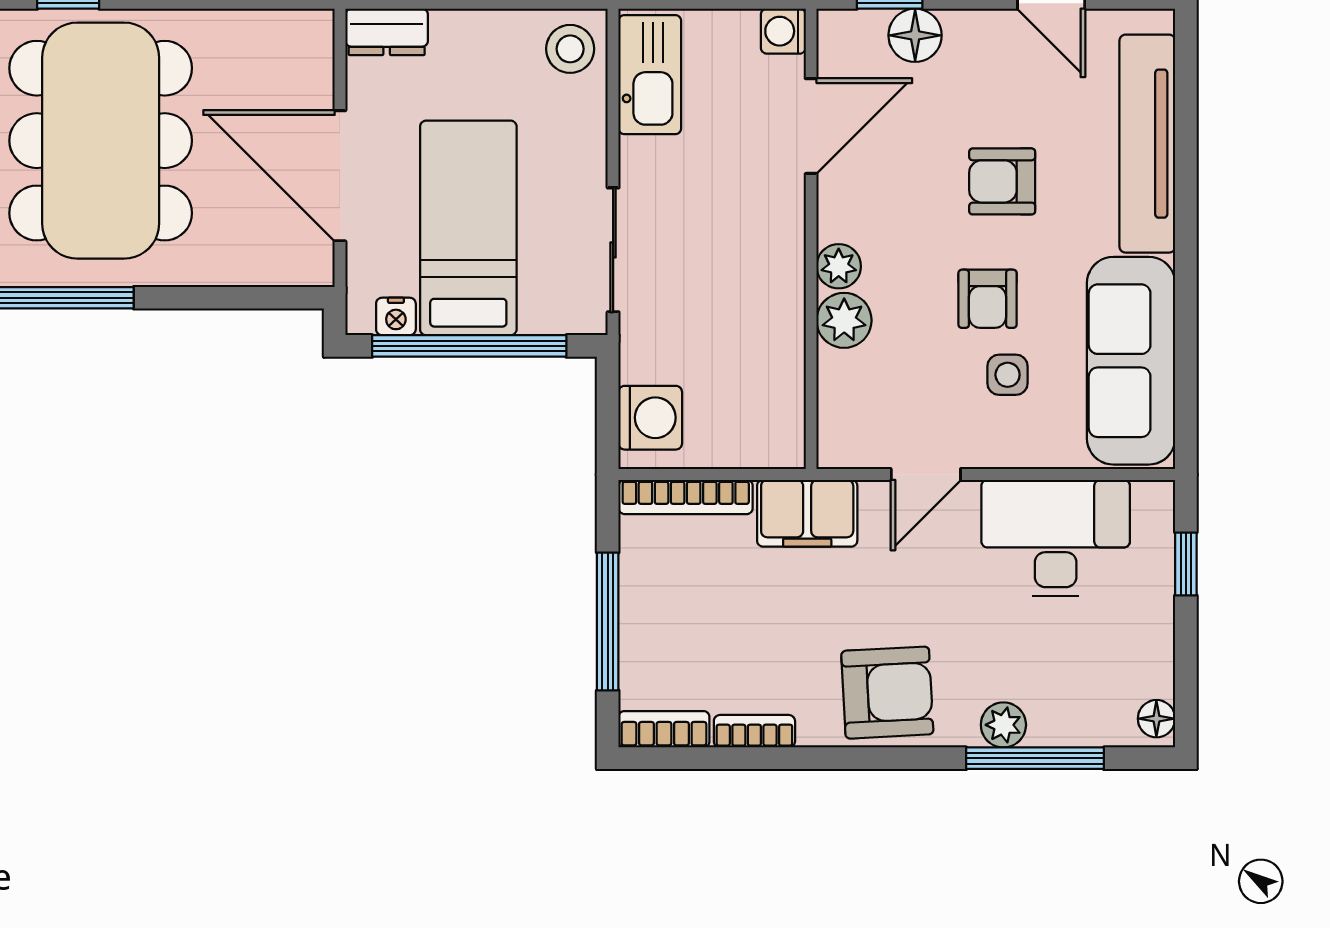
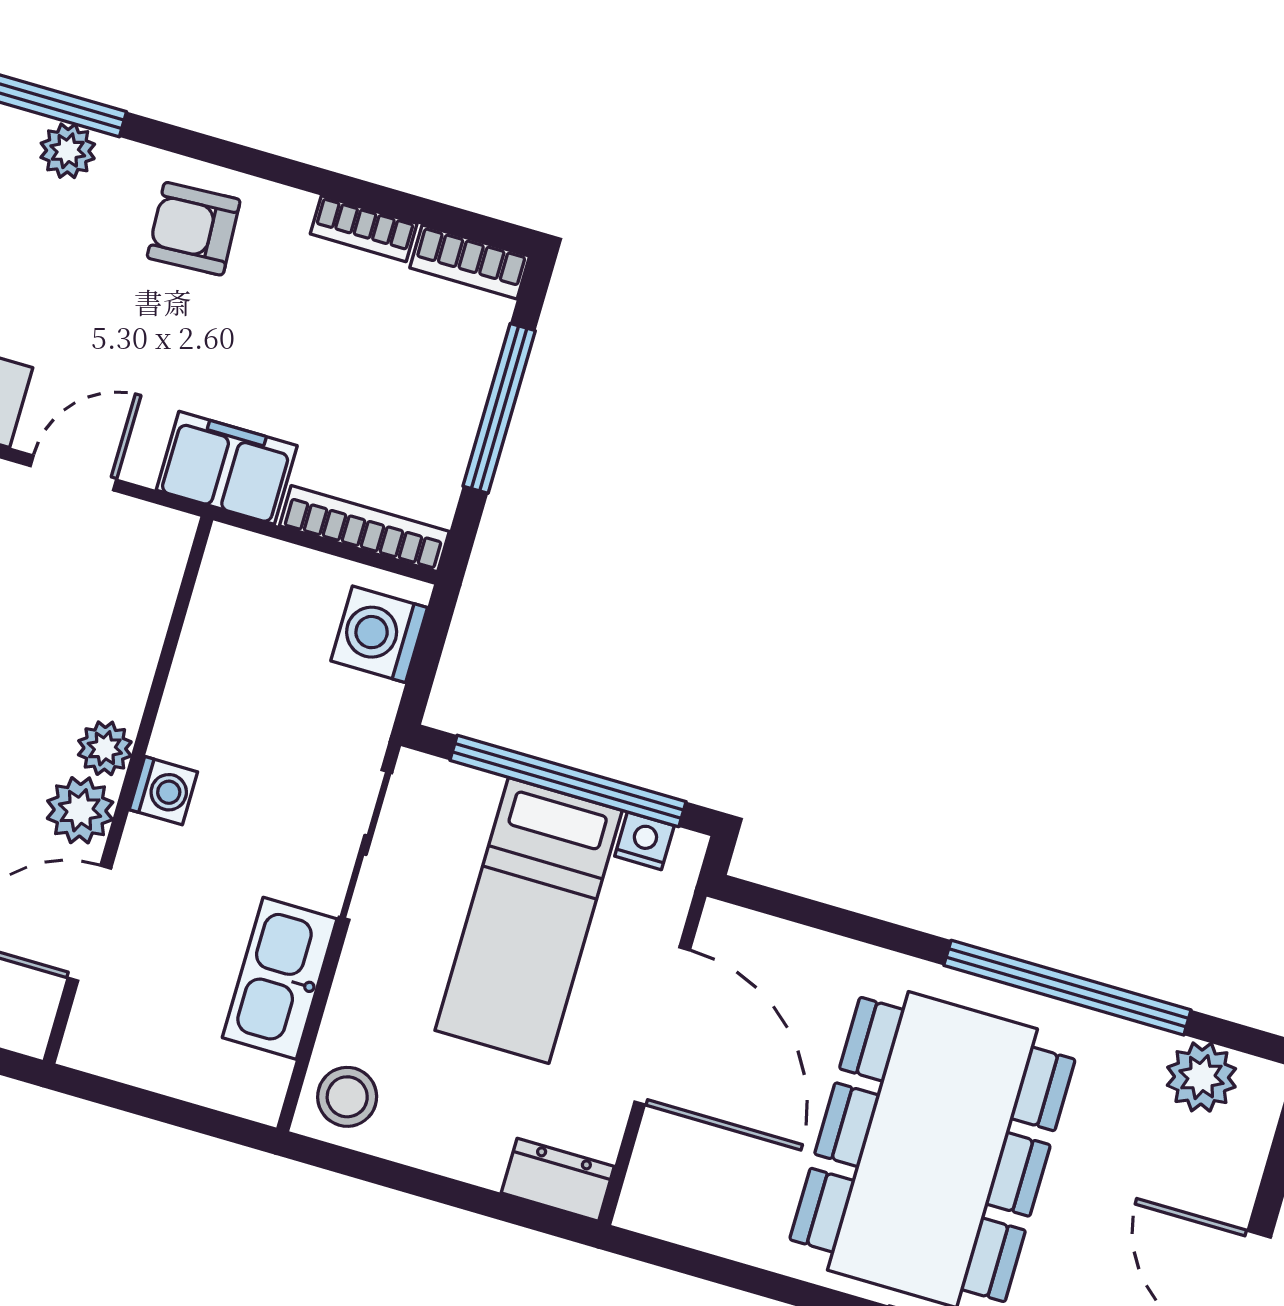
washing machine: (783, 31) -> (163, 791), moved
kitchen sink: (650, 75) -> (280, 978), moved
plant: (844, 320) -> (80, 810), moved
armchair: (887, 693) -> (194, 229), width x0.72, depth x0.72

